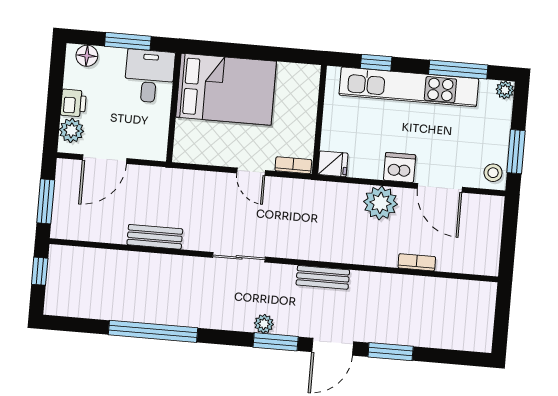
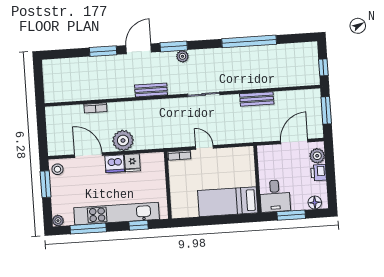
bed: (226, 89) -> (228, 202), width x0.67
fridge: (333, 164) -> (132, 163), moved, turned -90

